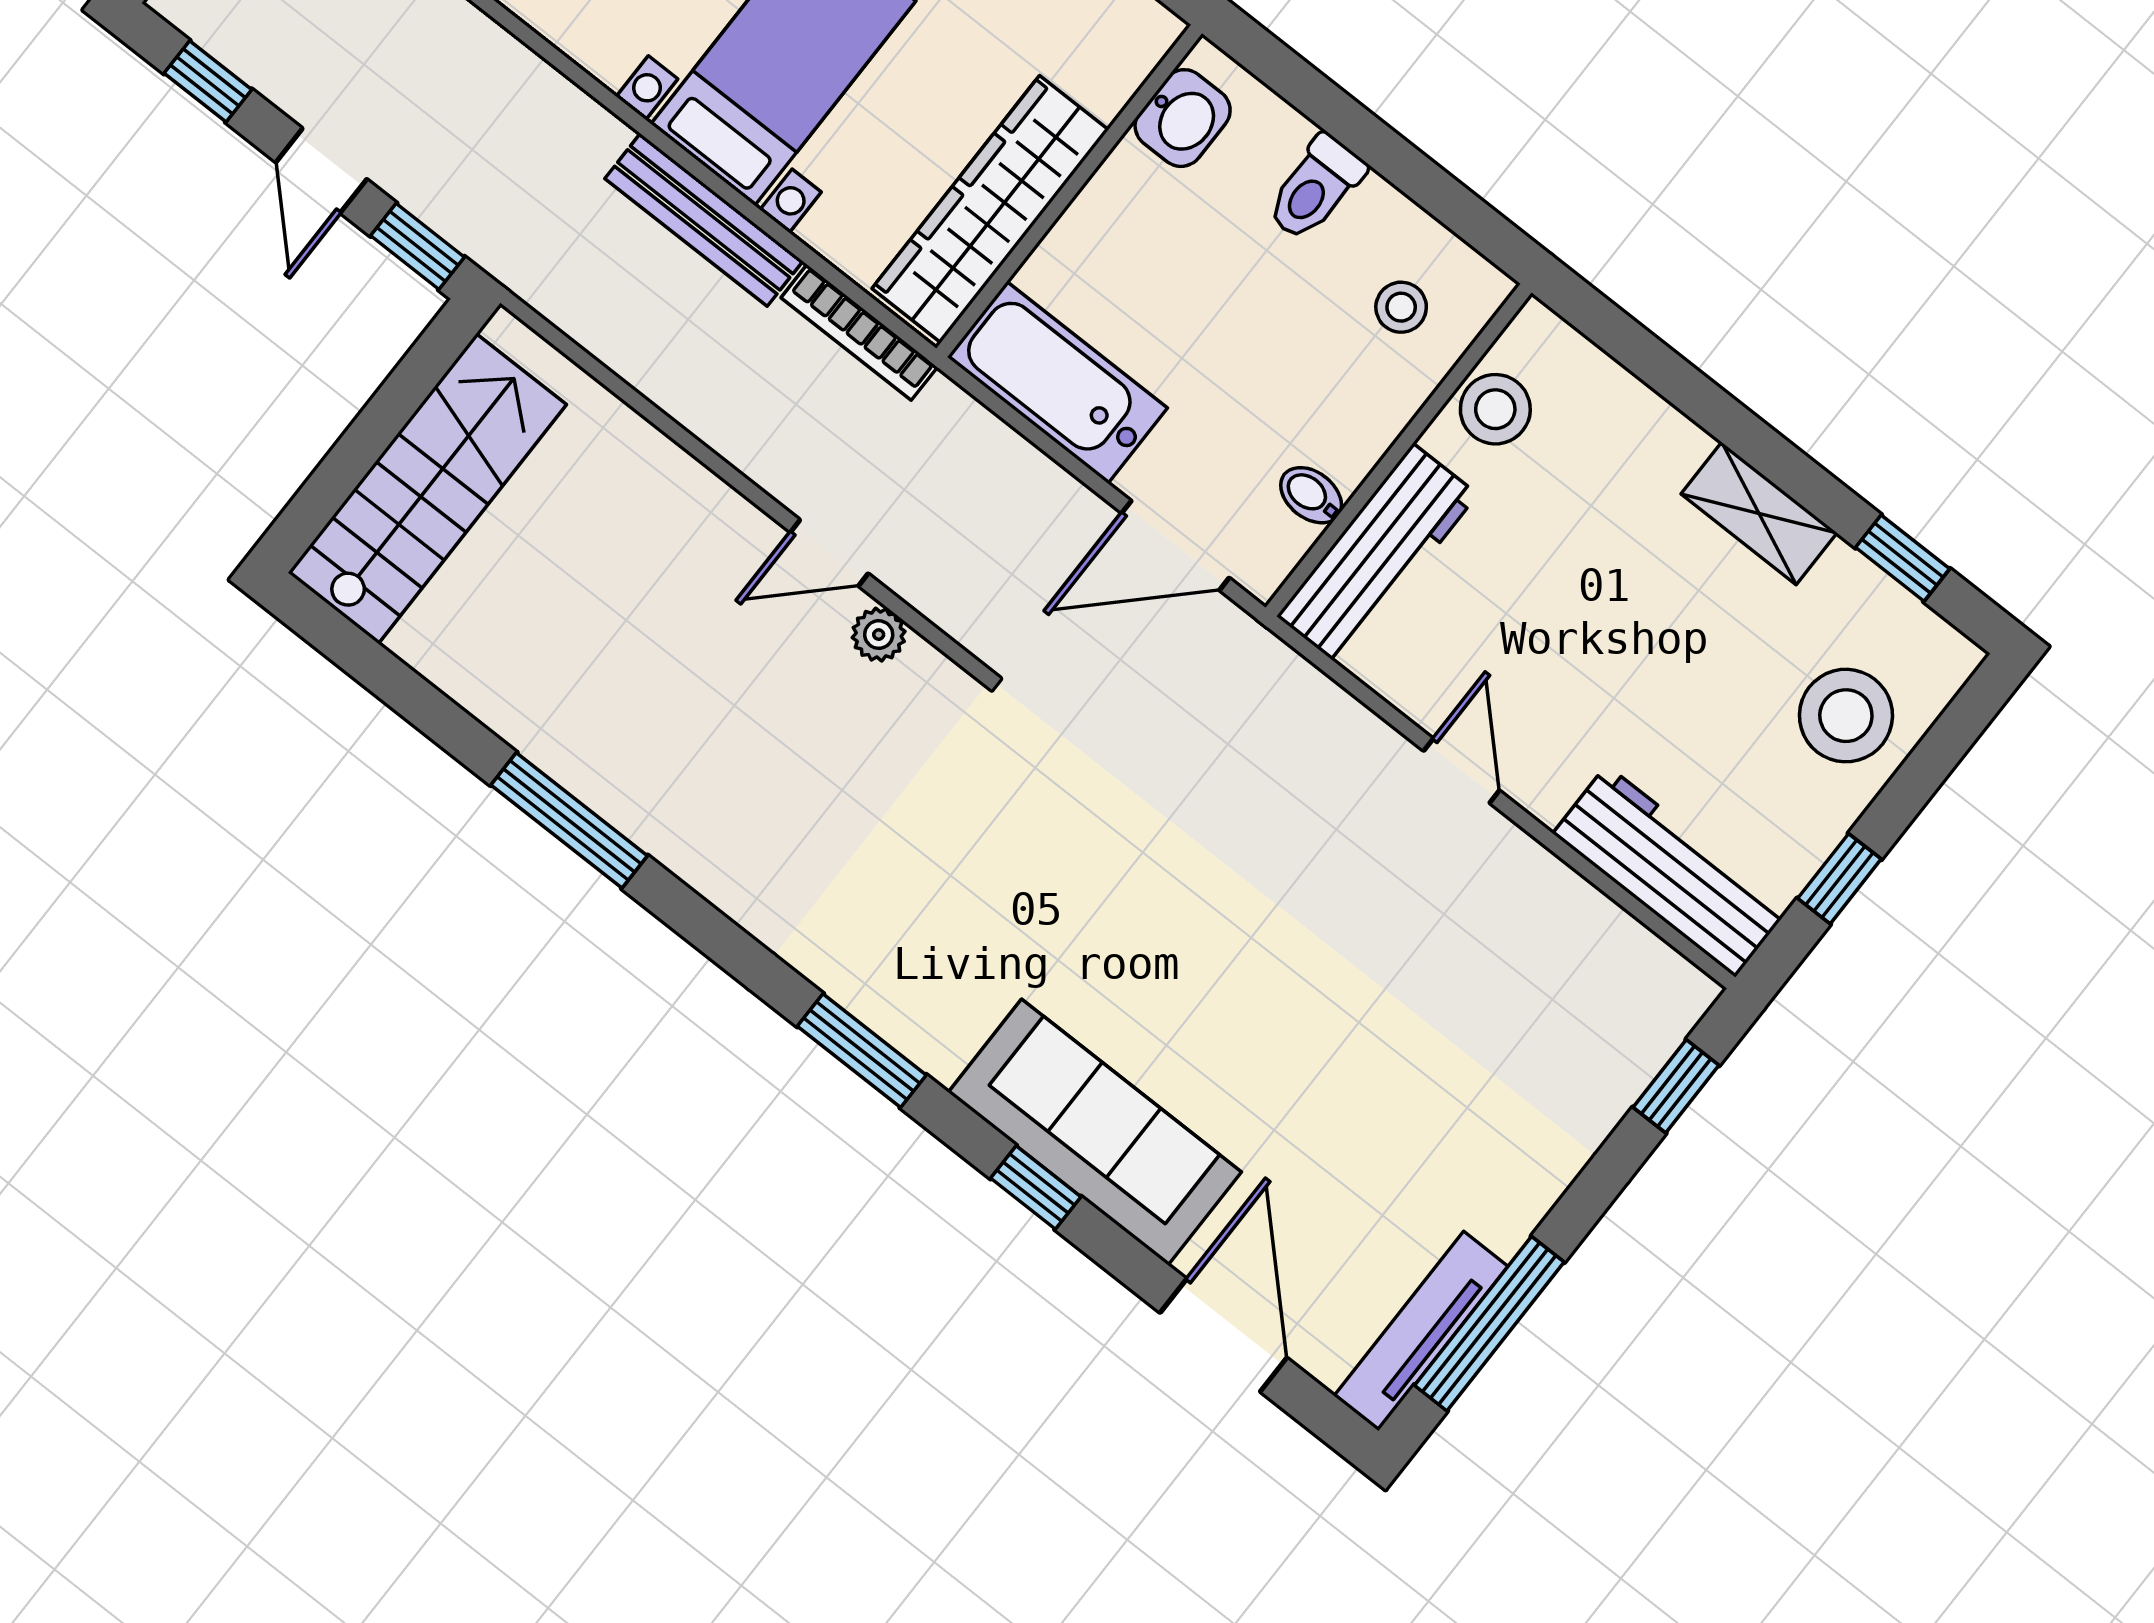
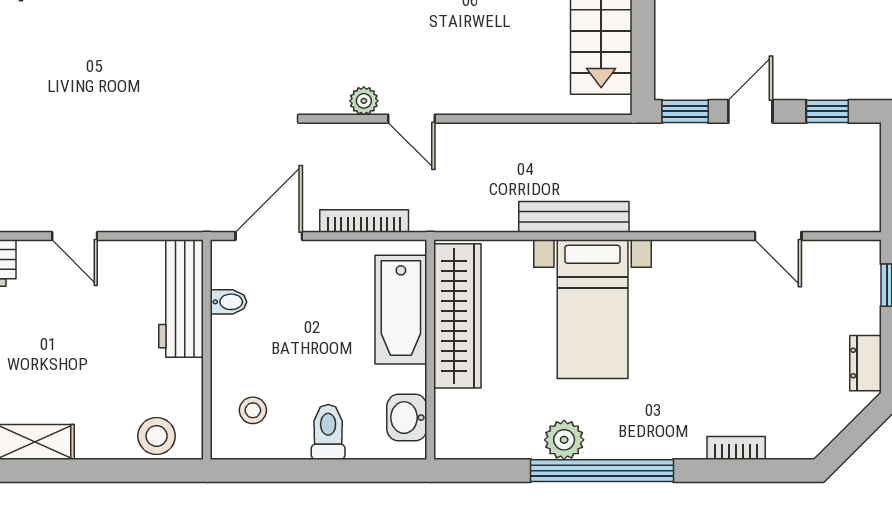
door: (321, 171) -> (750, 111), hinge flipped
bookcase: (859, 332) -> (364, 221), moved
bathtub: (1057, 383) -> (401, 310), moved, turned 90
stool: (1495, 409) -> (157, 436), moved
door: (829, 553) -> (412, 119), swing flipped

